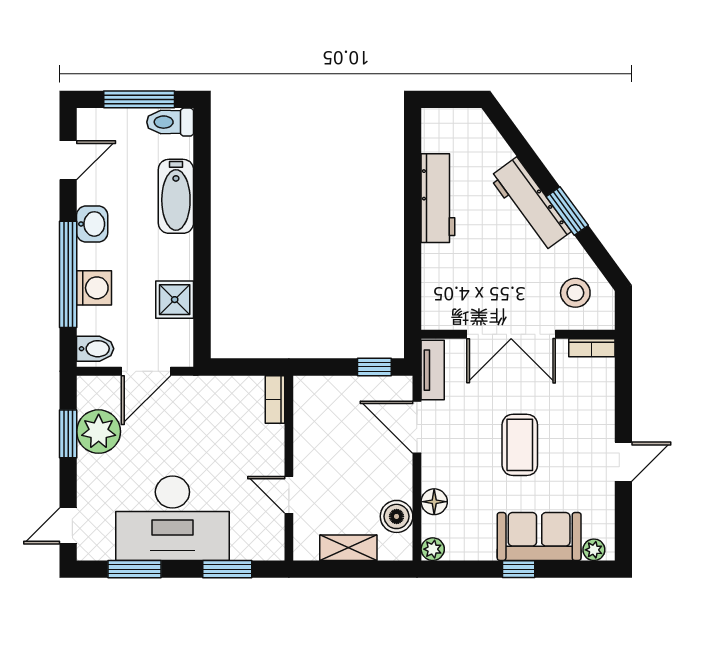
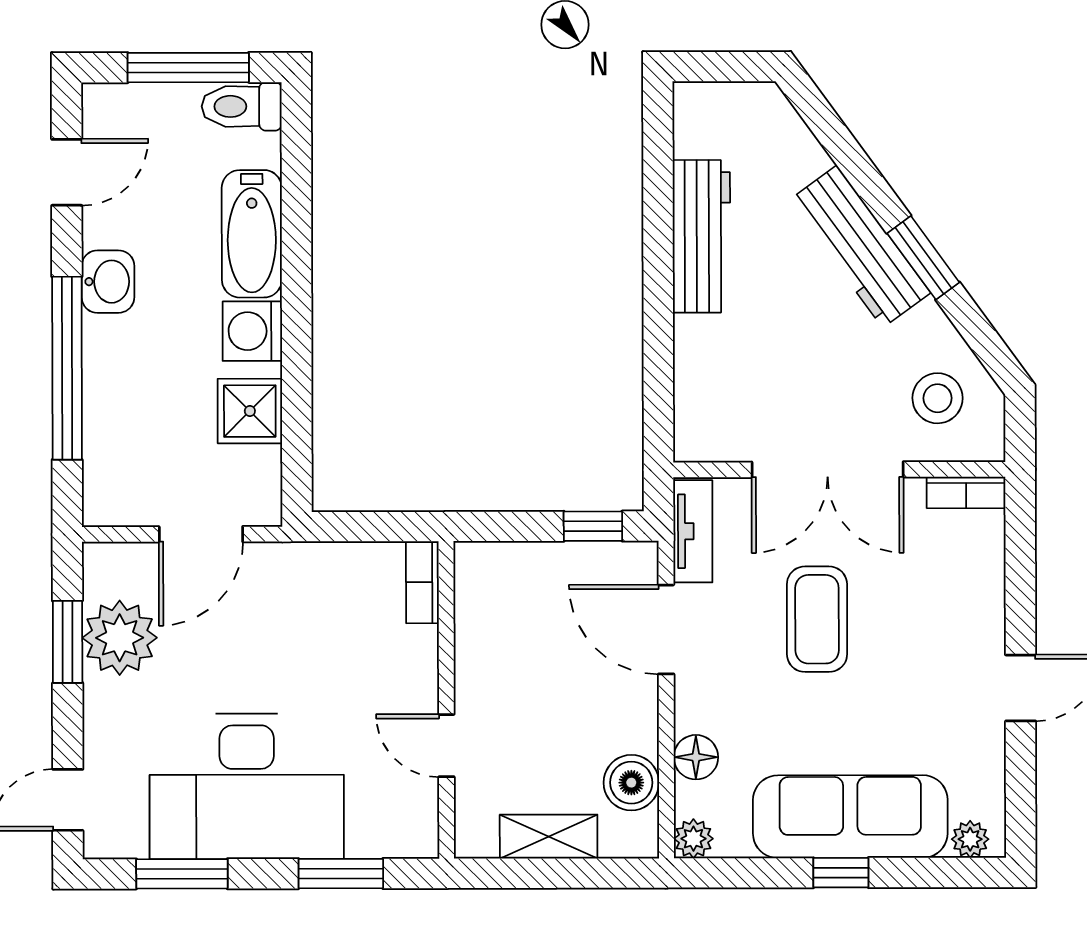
washing machine: (94, 288) -> (252, 331), moved, turned 180
bidet: (95, 349) -> (113, 496), removed
coffee table: (520, 445) -> (817, 619), moved
sofa: (539, 537) -> (850, 817), width x1.36

